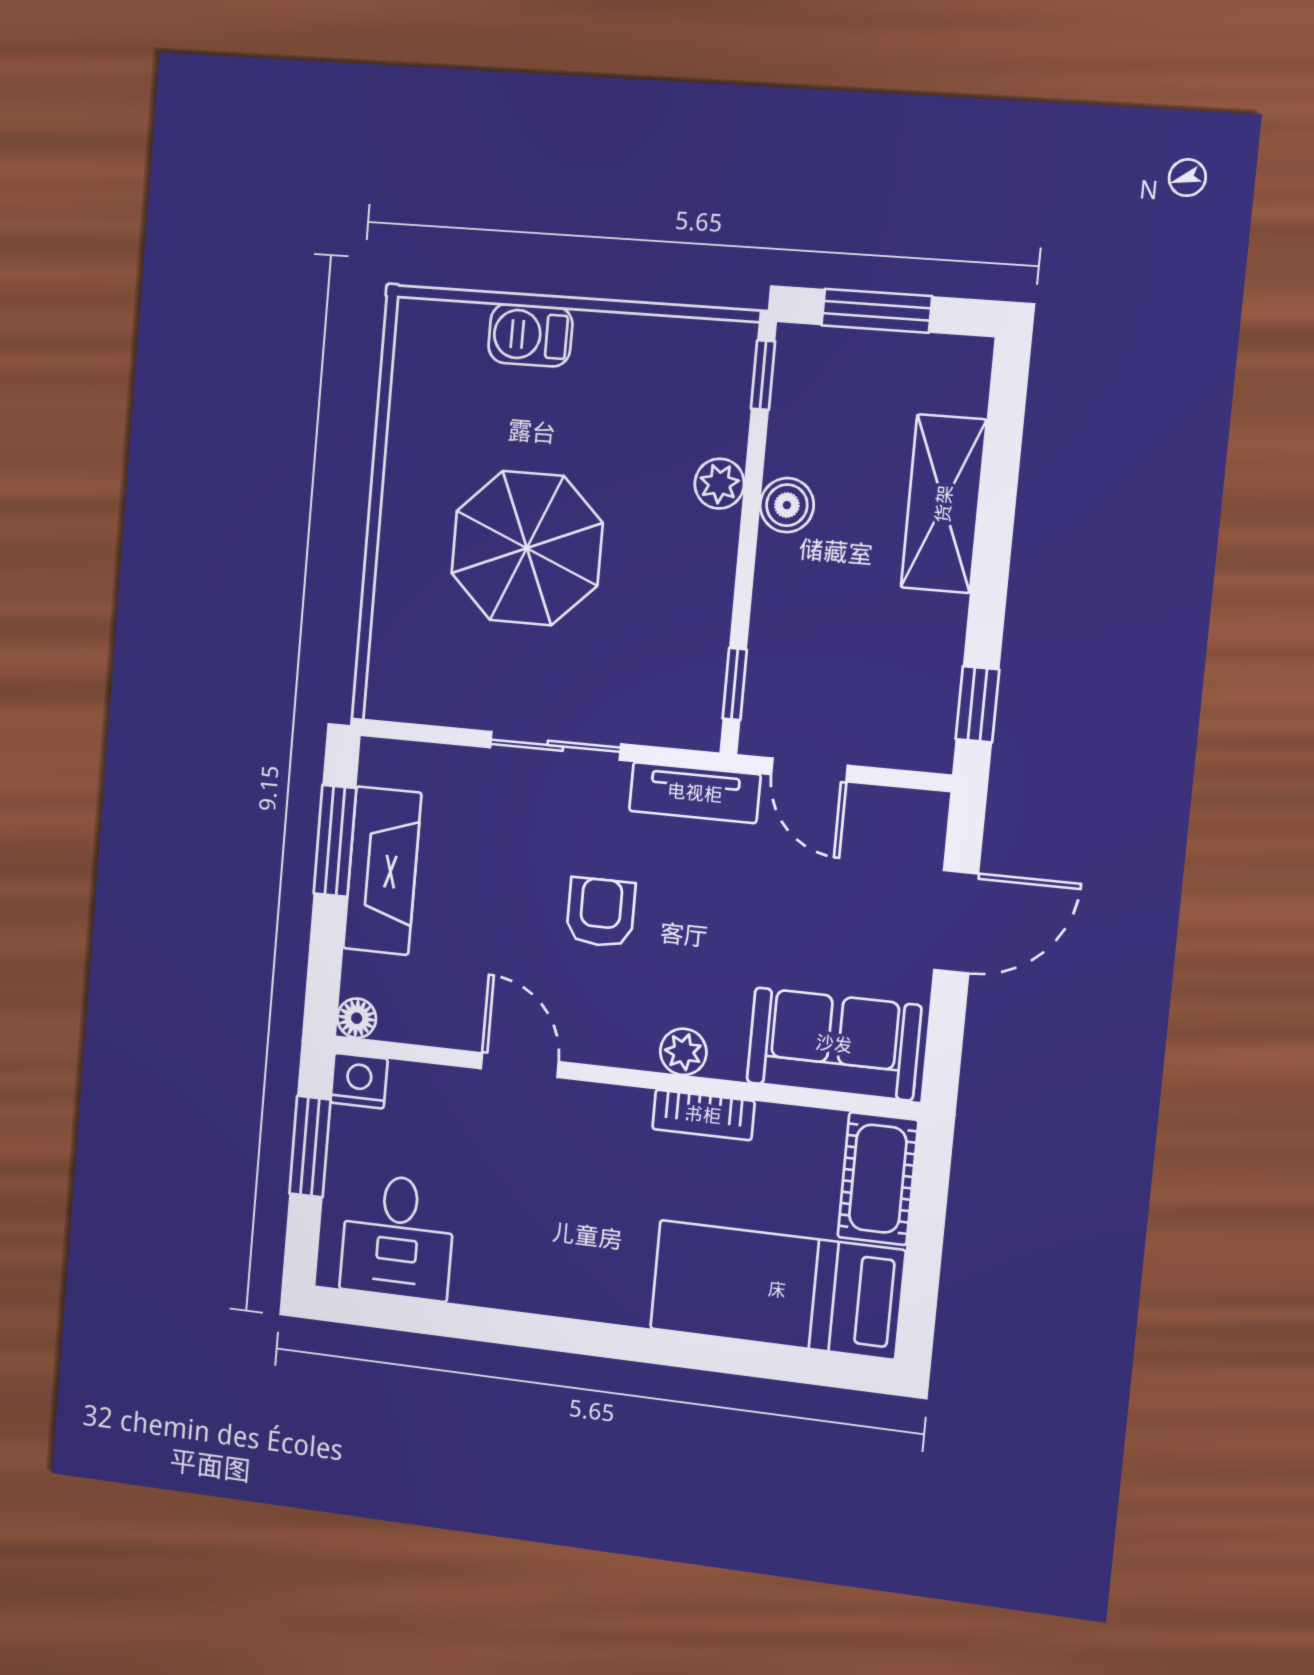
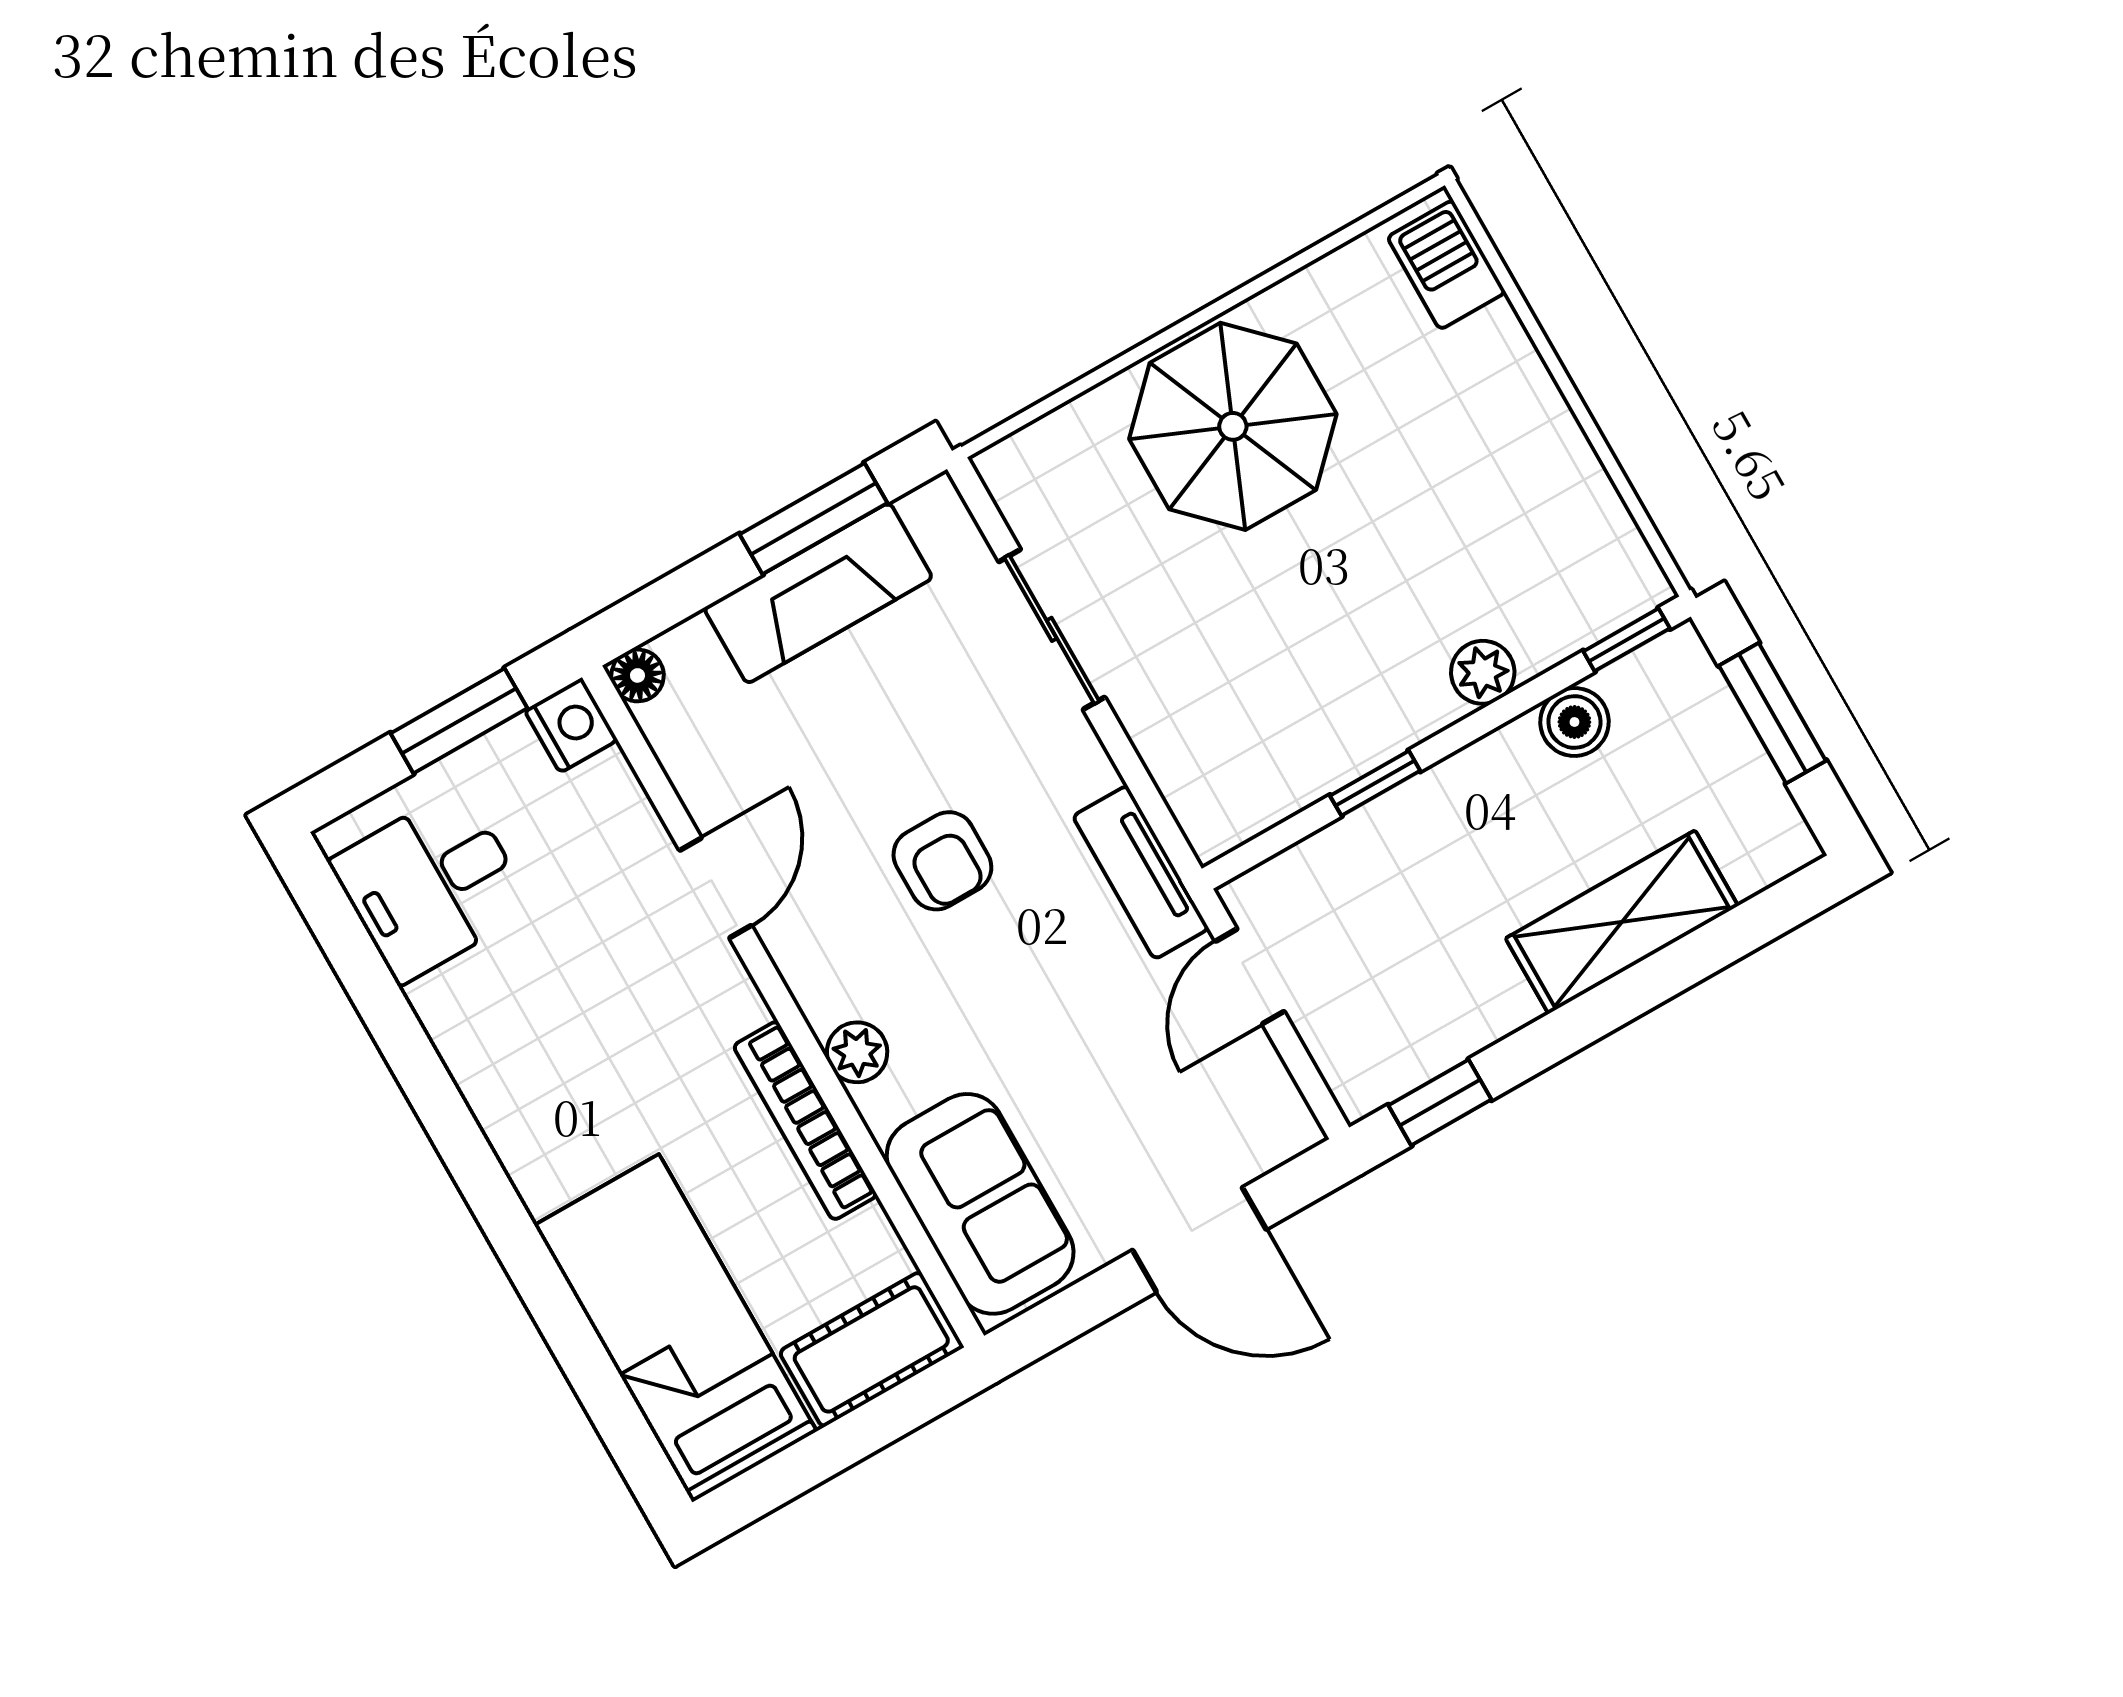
barbecue: (530, 335) -> (1446, 265), moved
boiler: (787, 505) -> (1574, 722), moved
parasol: (527, 548) -> (1233, 426), moved
window: (735, 684) -> (1375, 783), moved
sliding door: (555, 746) -> (1052, 629), moved
armchair: (601, 912) -> (942, 861), turned 90
bookcase: (703, 1115) -> (805, 1121), width x1.56

